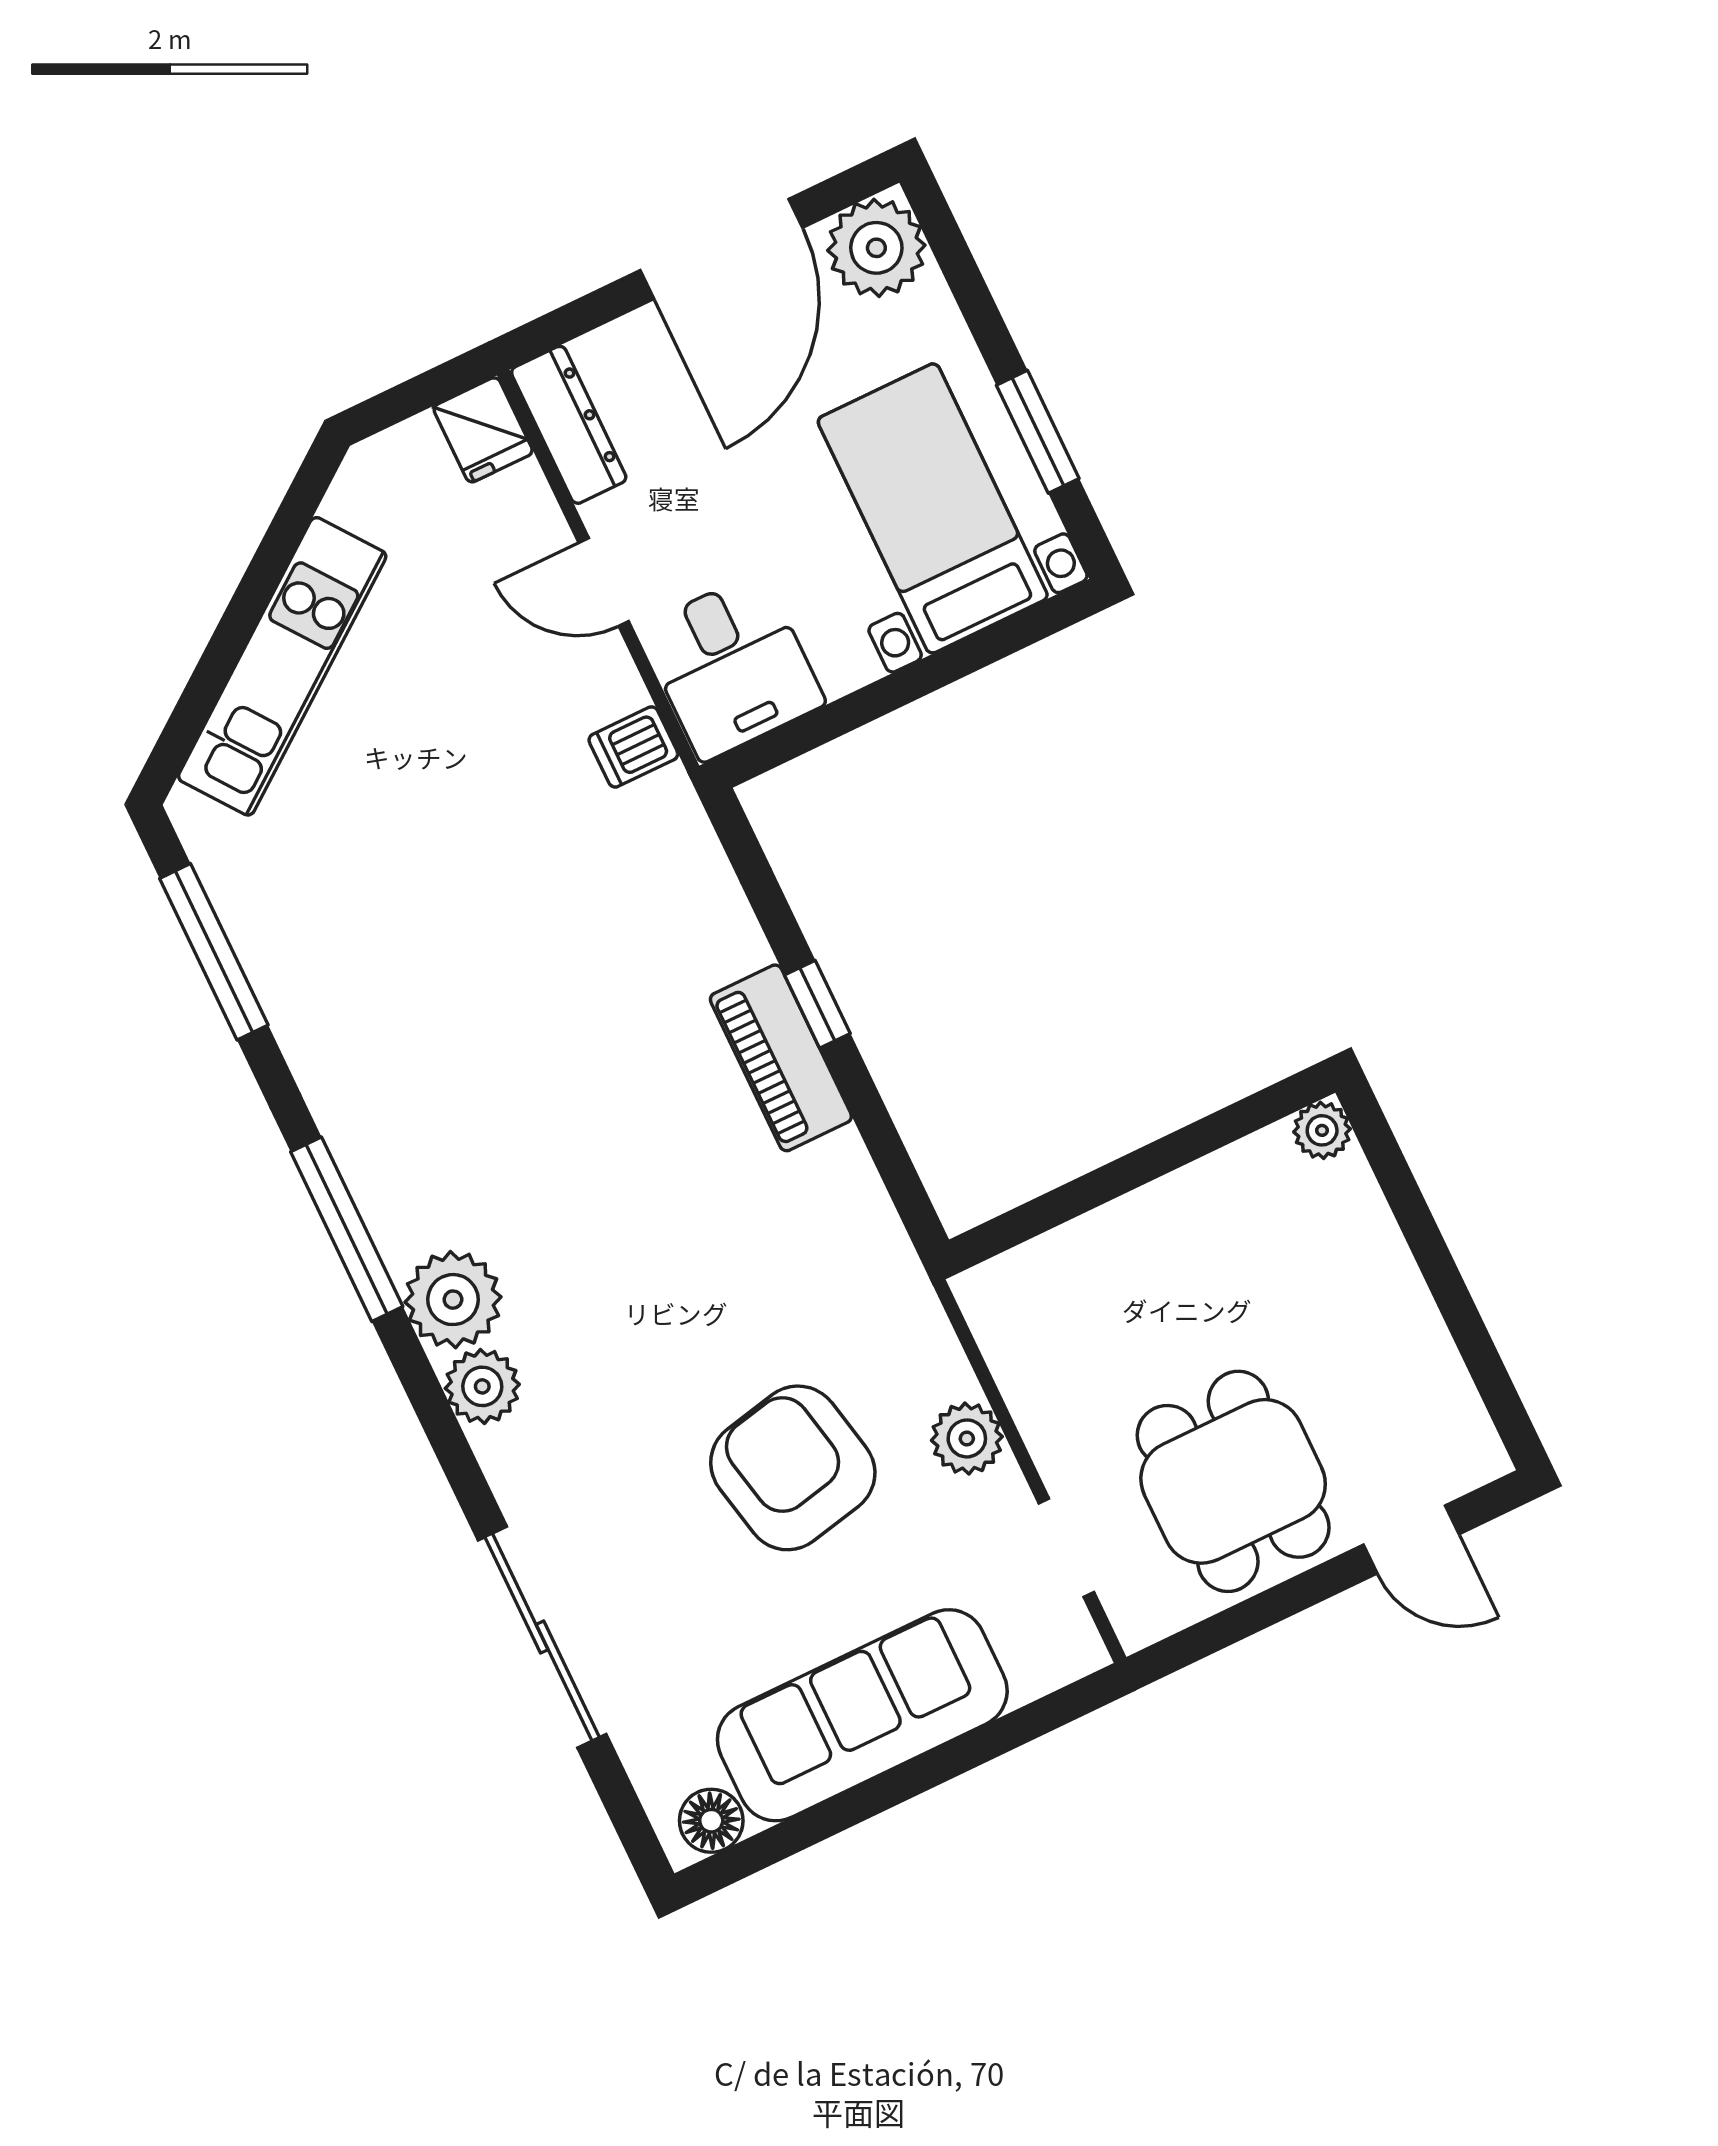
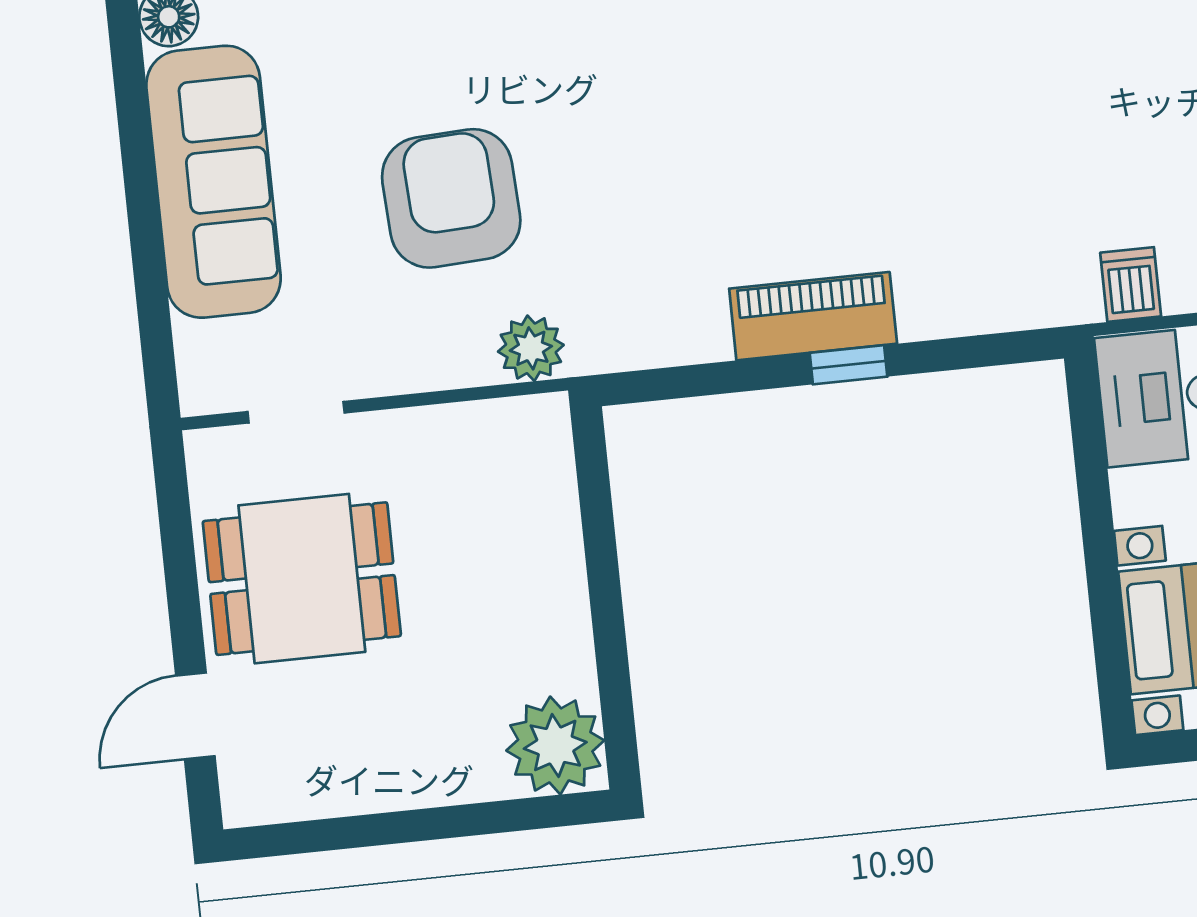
plant: (1322, 1130) -> (555, 745), width x1.88, depth x1.88
plant: (967, 1438) -> (531, 348), moved
armchair: (793, 1468) -> (451, 198), turned -81

